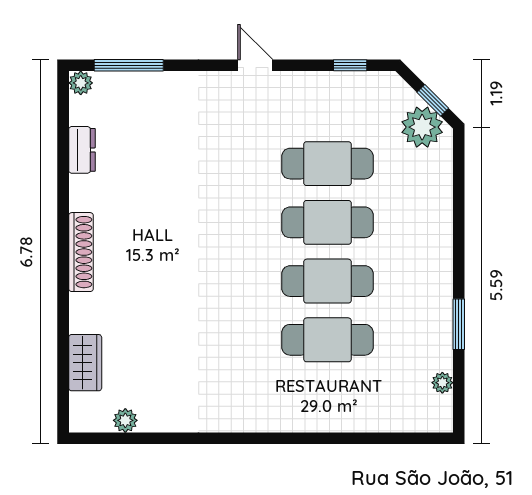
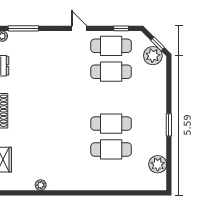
cafe table: (327, 222) -> (111, 46), moved
window: (459, 324) -> (169, 125), moved
plant: (442, 383) -> (158, 164), width x1.88, depth x1.88
plant: (125, 420) -> (41, 185), moved

